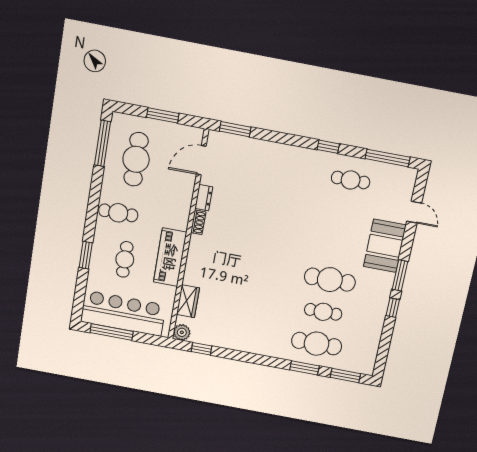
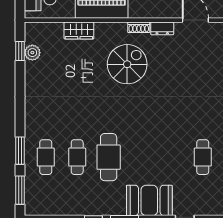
spiral stairs: (235, 242) -> (127, 64), added
wardrobe: (188, 301) -> (79, 31), moved
plant: (182, 332) -> (32, 53), moved
cafe table: (317, 344) -> (46, 157), width x0.73, depth x0.74

